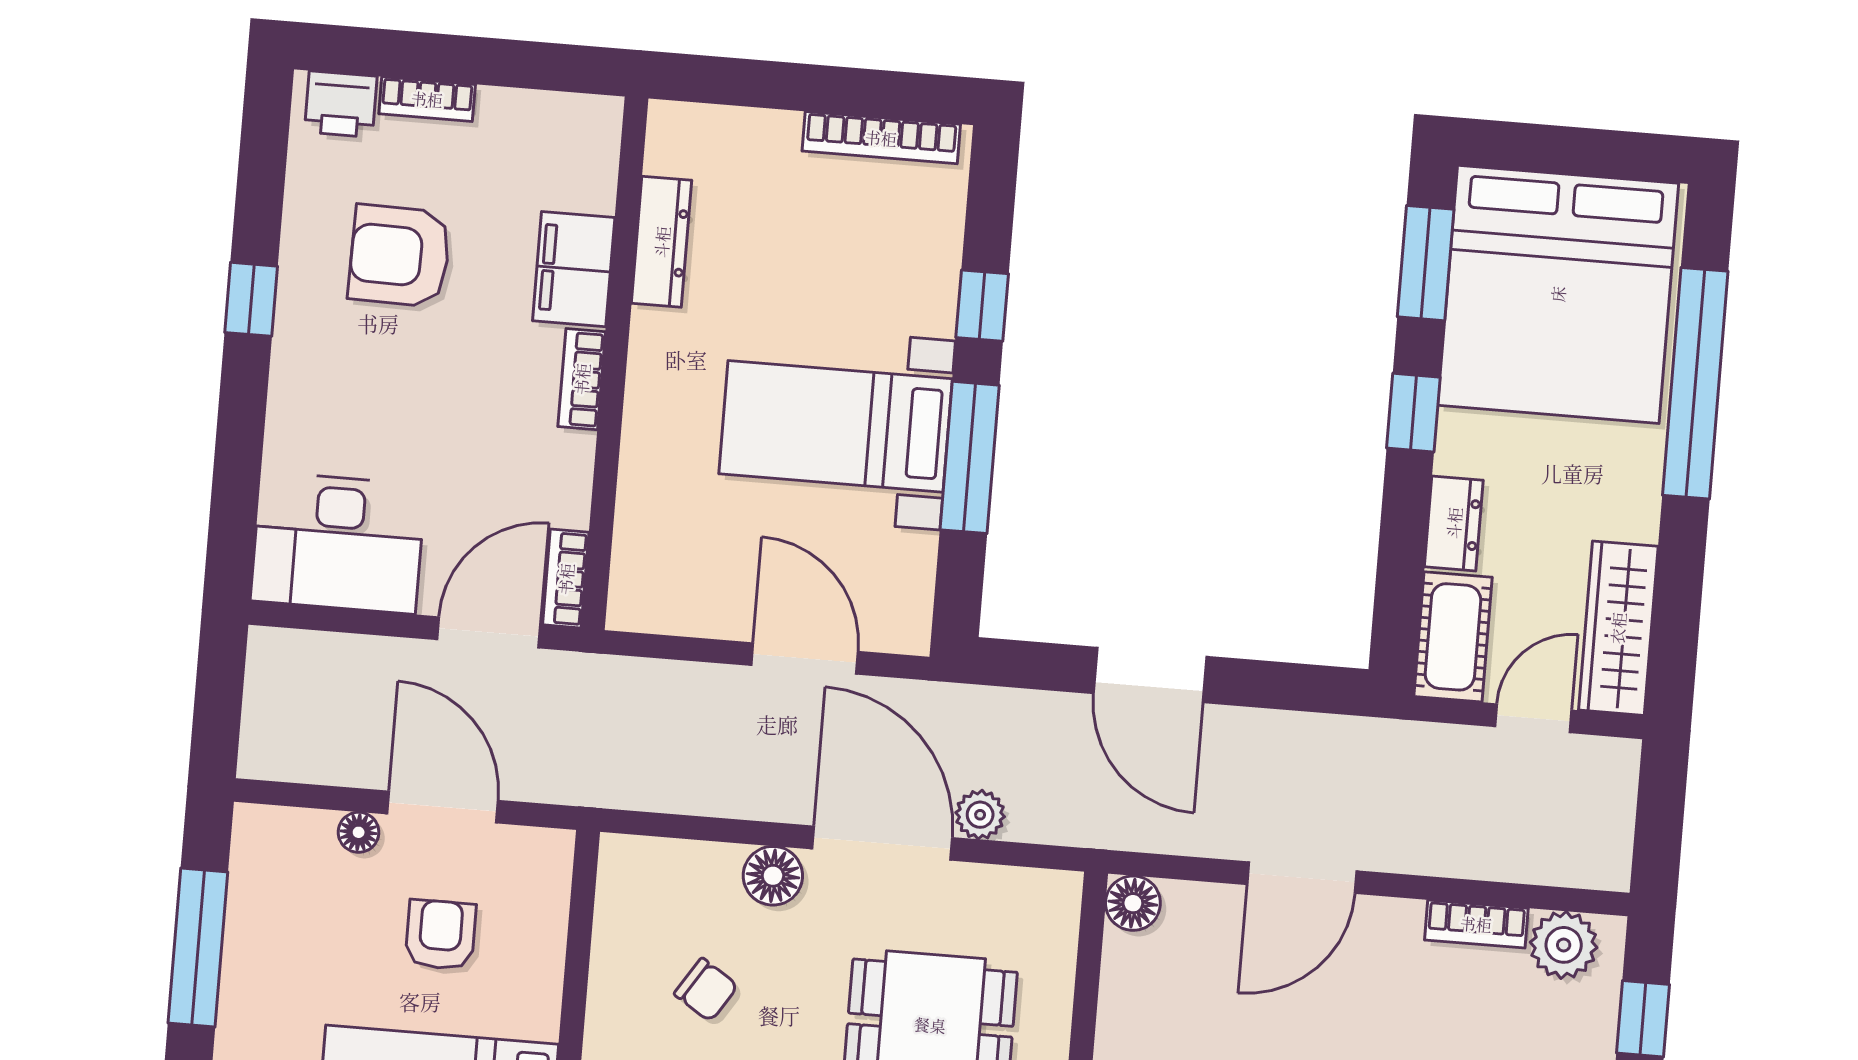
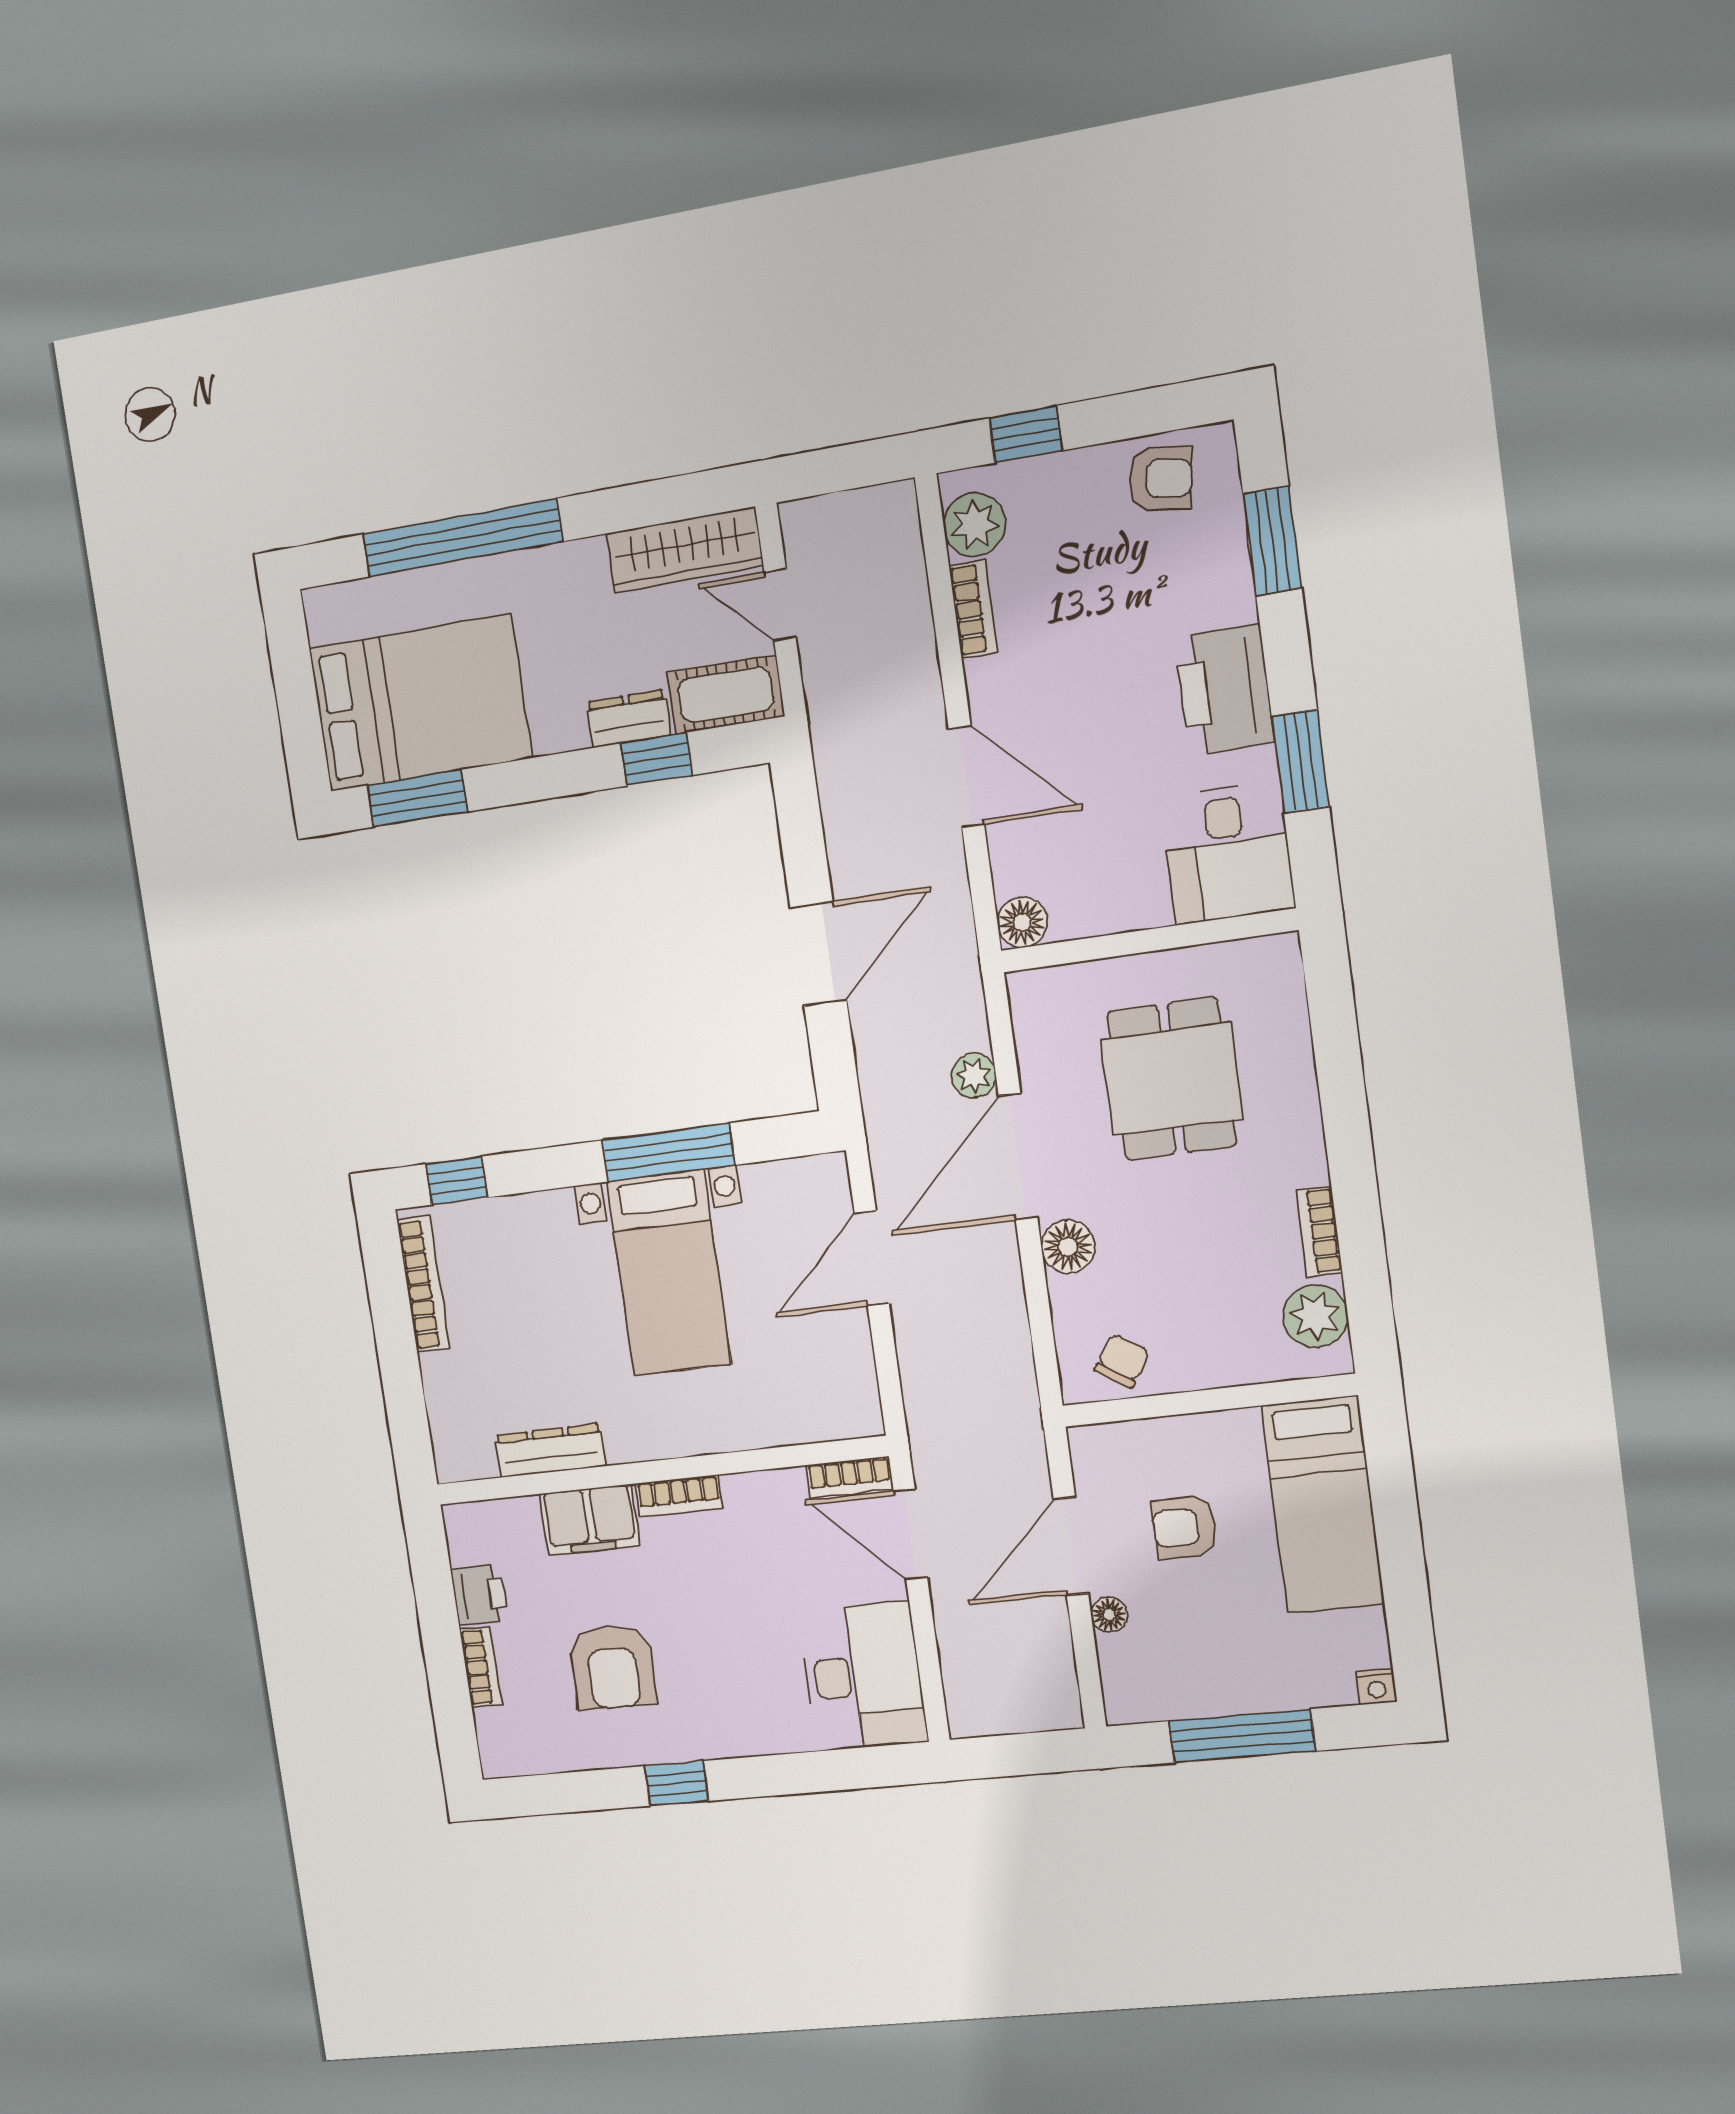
printer: (341, 104) -> (480, 1595), moved
bed: (1558, 294) -> (420, 703), width x0.73
window: (982, 306) -> (457, 1181), moved
window: (1413, 413) -> (657, 759), moved
chair: (706, 990) -> (1122, 1361), moved

